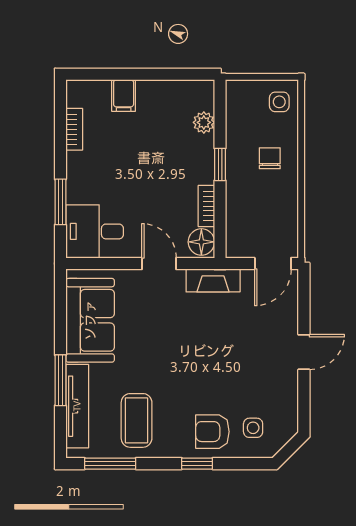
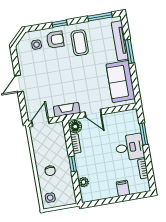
desk: (95, 231) -> (130, 147), moved
coffee table: (137, 420) -> (80, 43), moved

